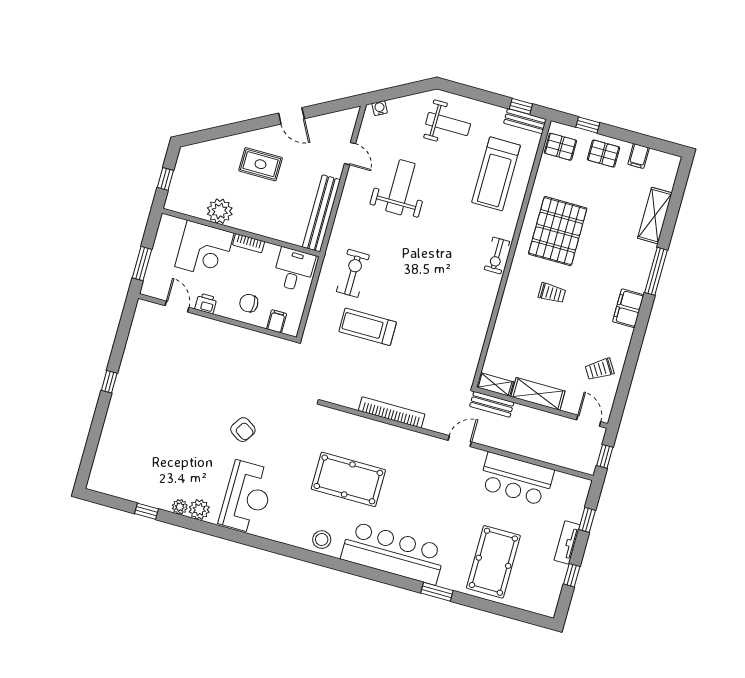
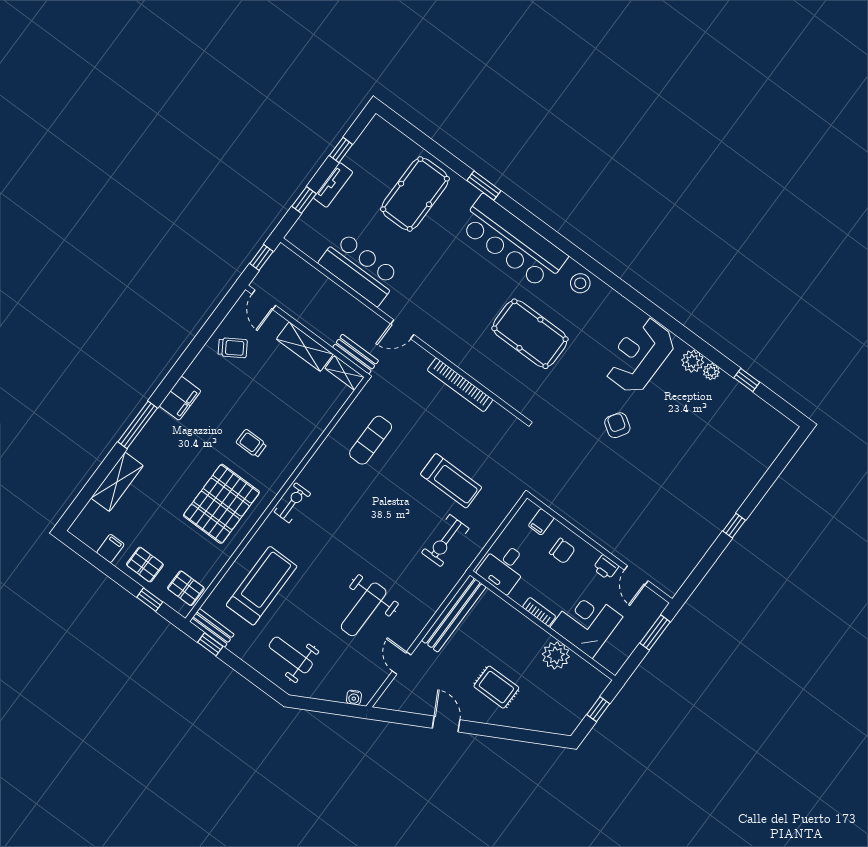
exercise mat: (450, 335) -> (371, 440), added

